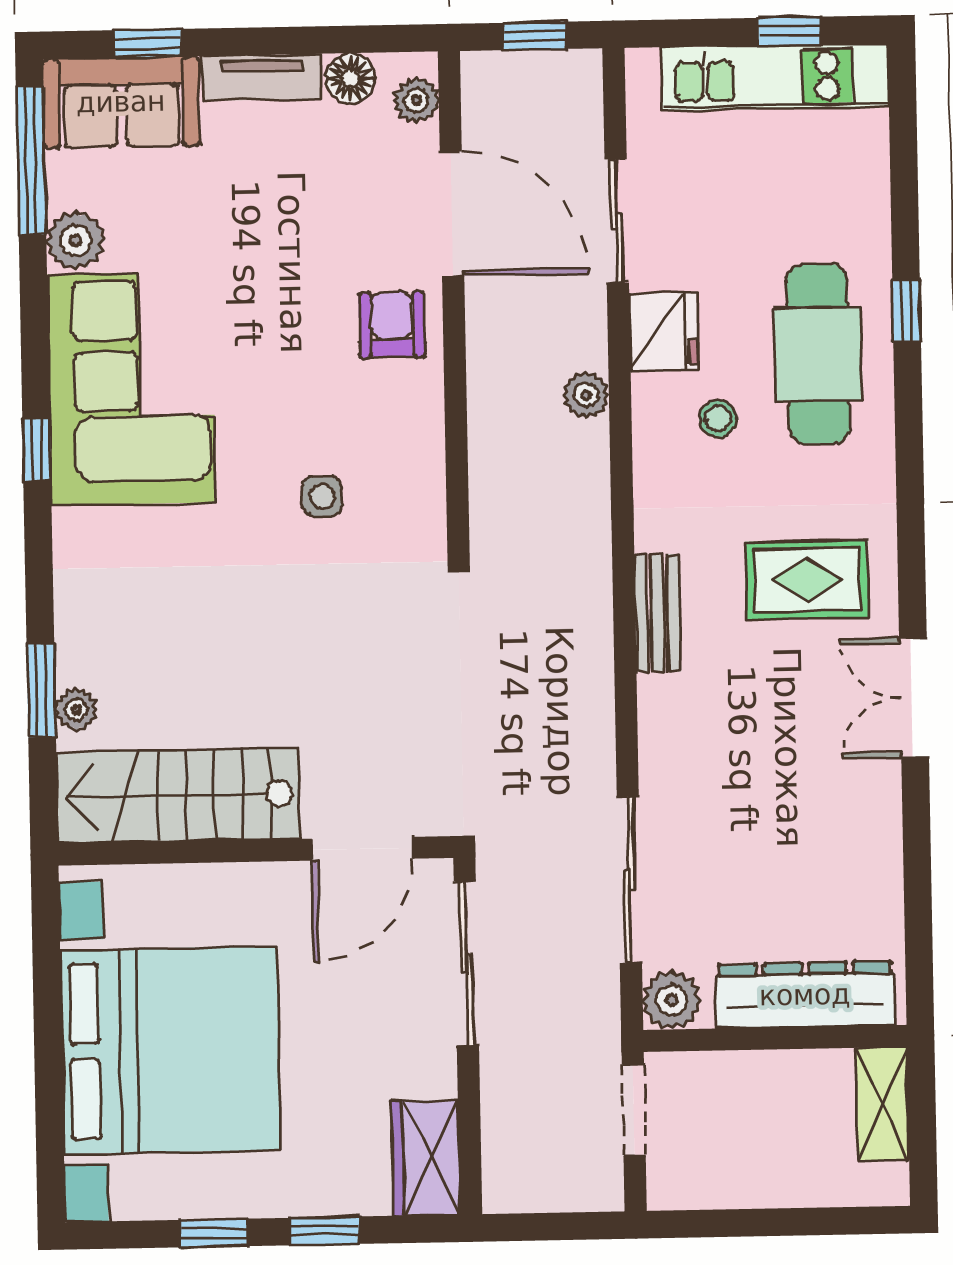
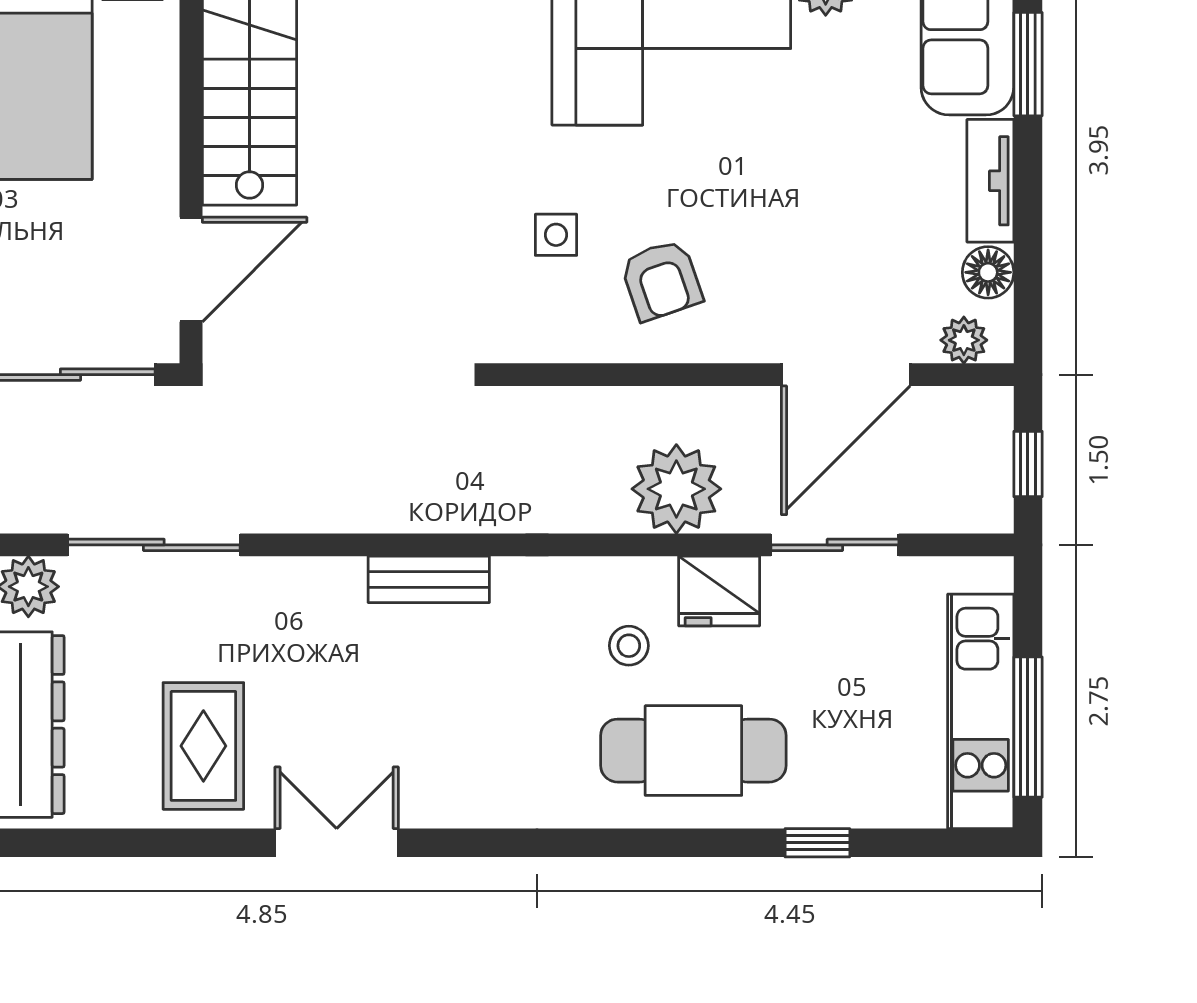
window: (789, 31) -> (1028, 727), width x2.17
window: (148, 43) -> (1028, 64), width x1.50
window: (907, 311) -> (817, 843), moved
armchair: (392, 325) -> (661, 280), moved, turned 71
plant: (586, 395) -> (676, 489), width x1.87, depth x1.87
rug: (807, 580) -> (203, 746), moved
door: (362, 849) -> (191, 269), swing flipped

